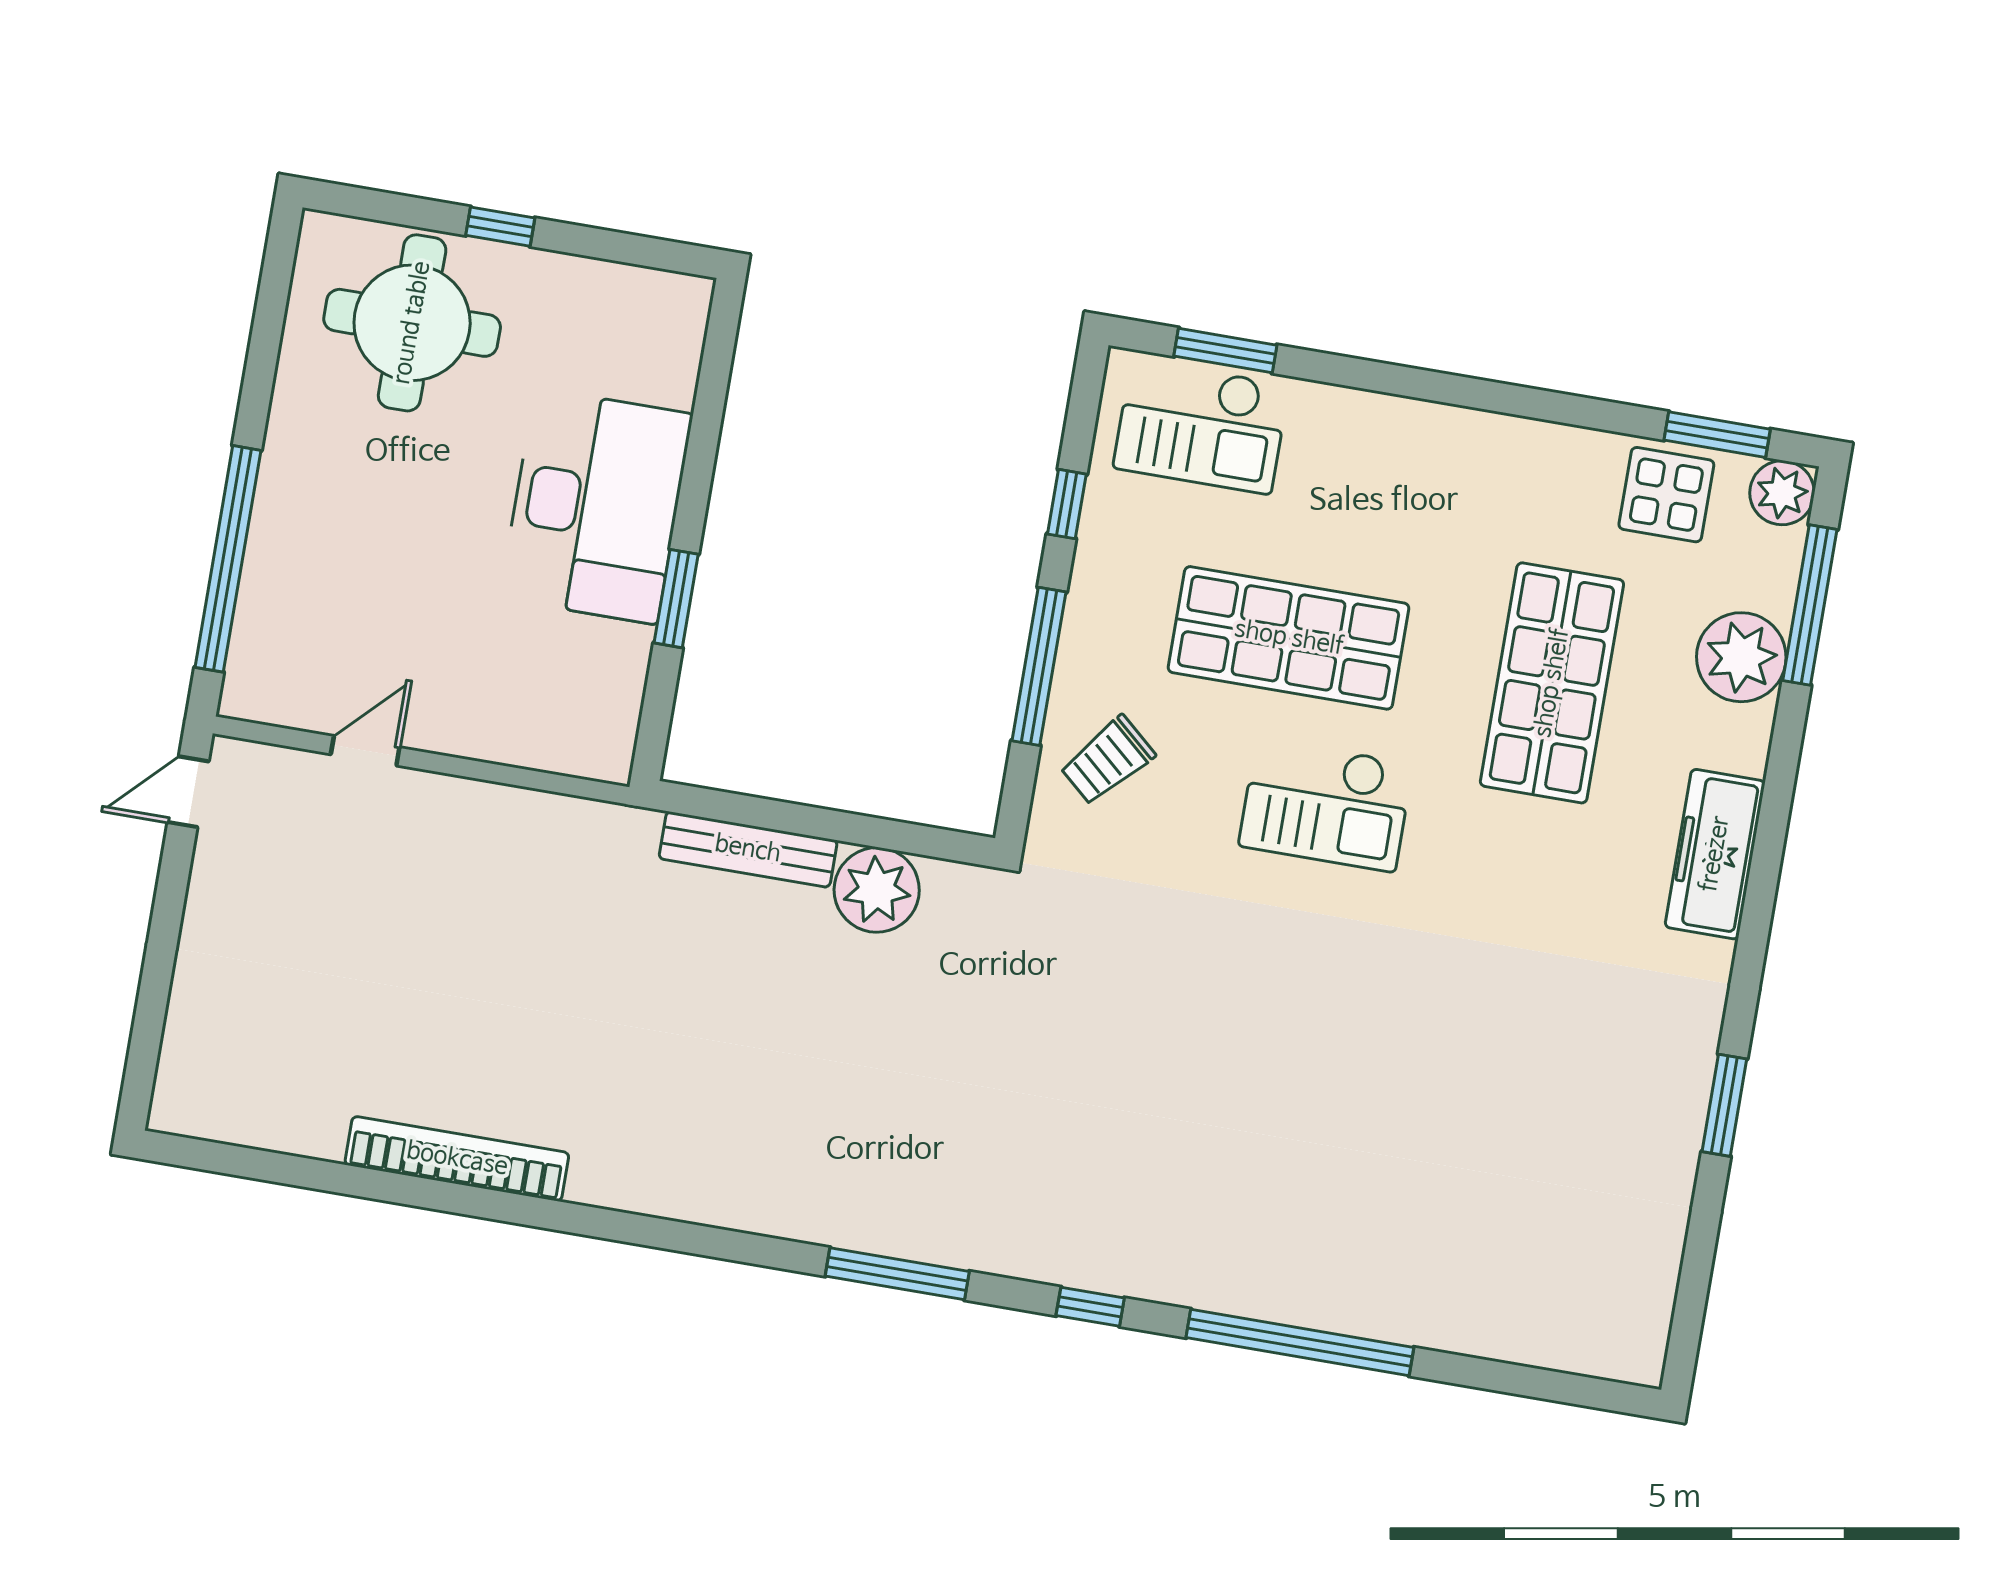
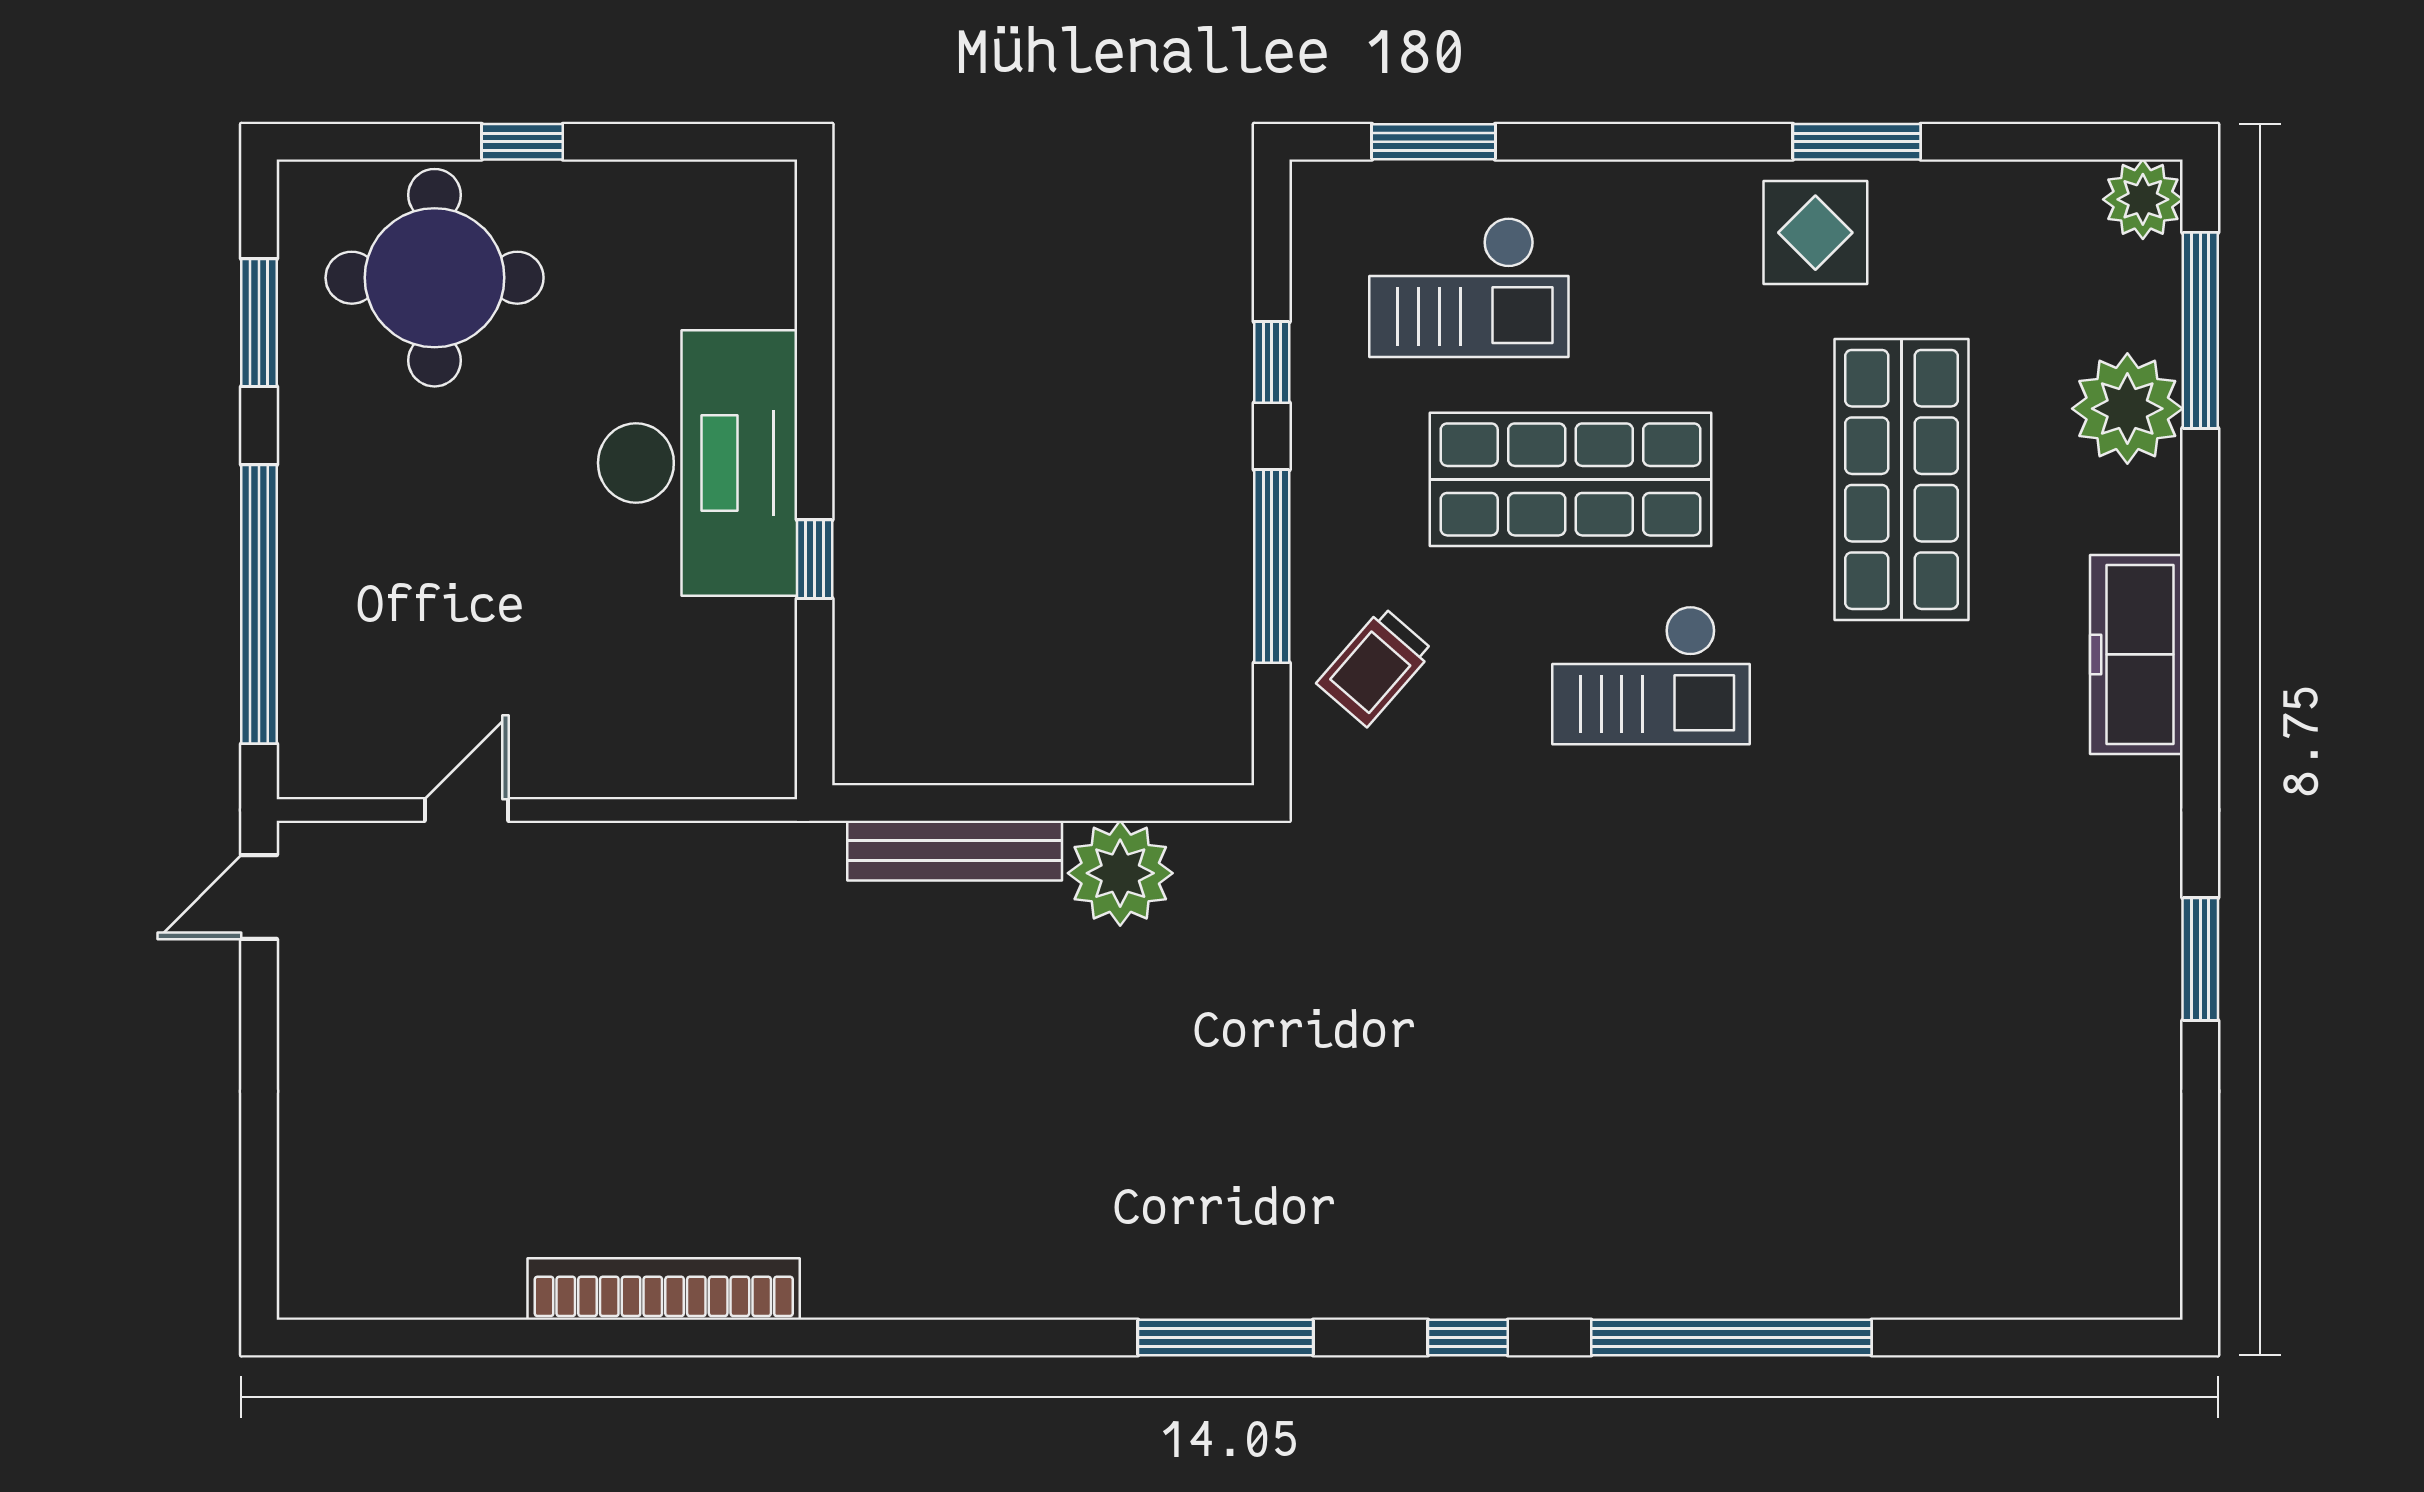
window: (266, 335) -> (259, 323), added
checkout: (1201, 426) -> (1469, 287), moved
window: (1717, 435) -> (1857, 142), moved
display table: (1666, 495) -> (1815, 233), moved
window: (676, 599) -> (815, 559), width x0.67

